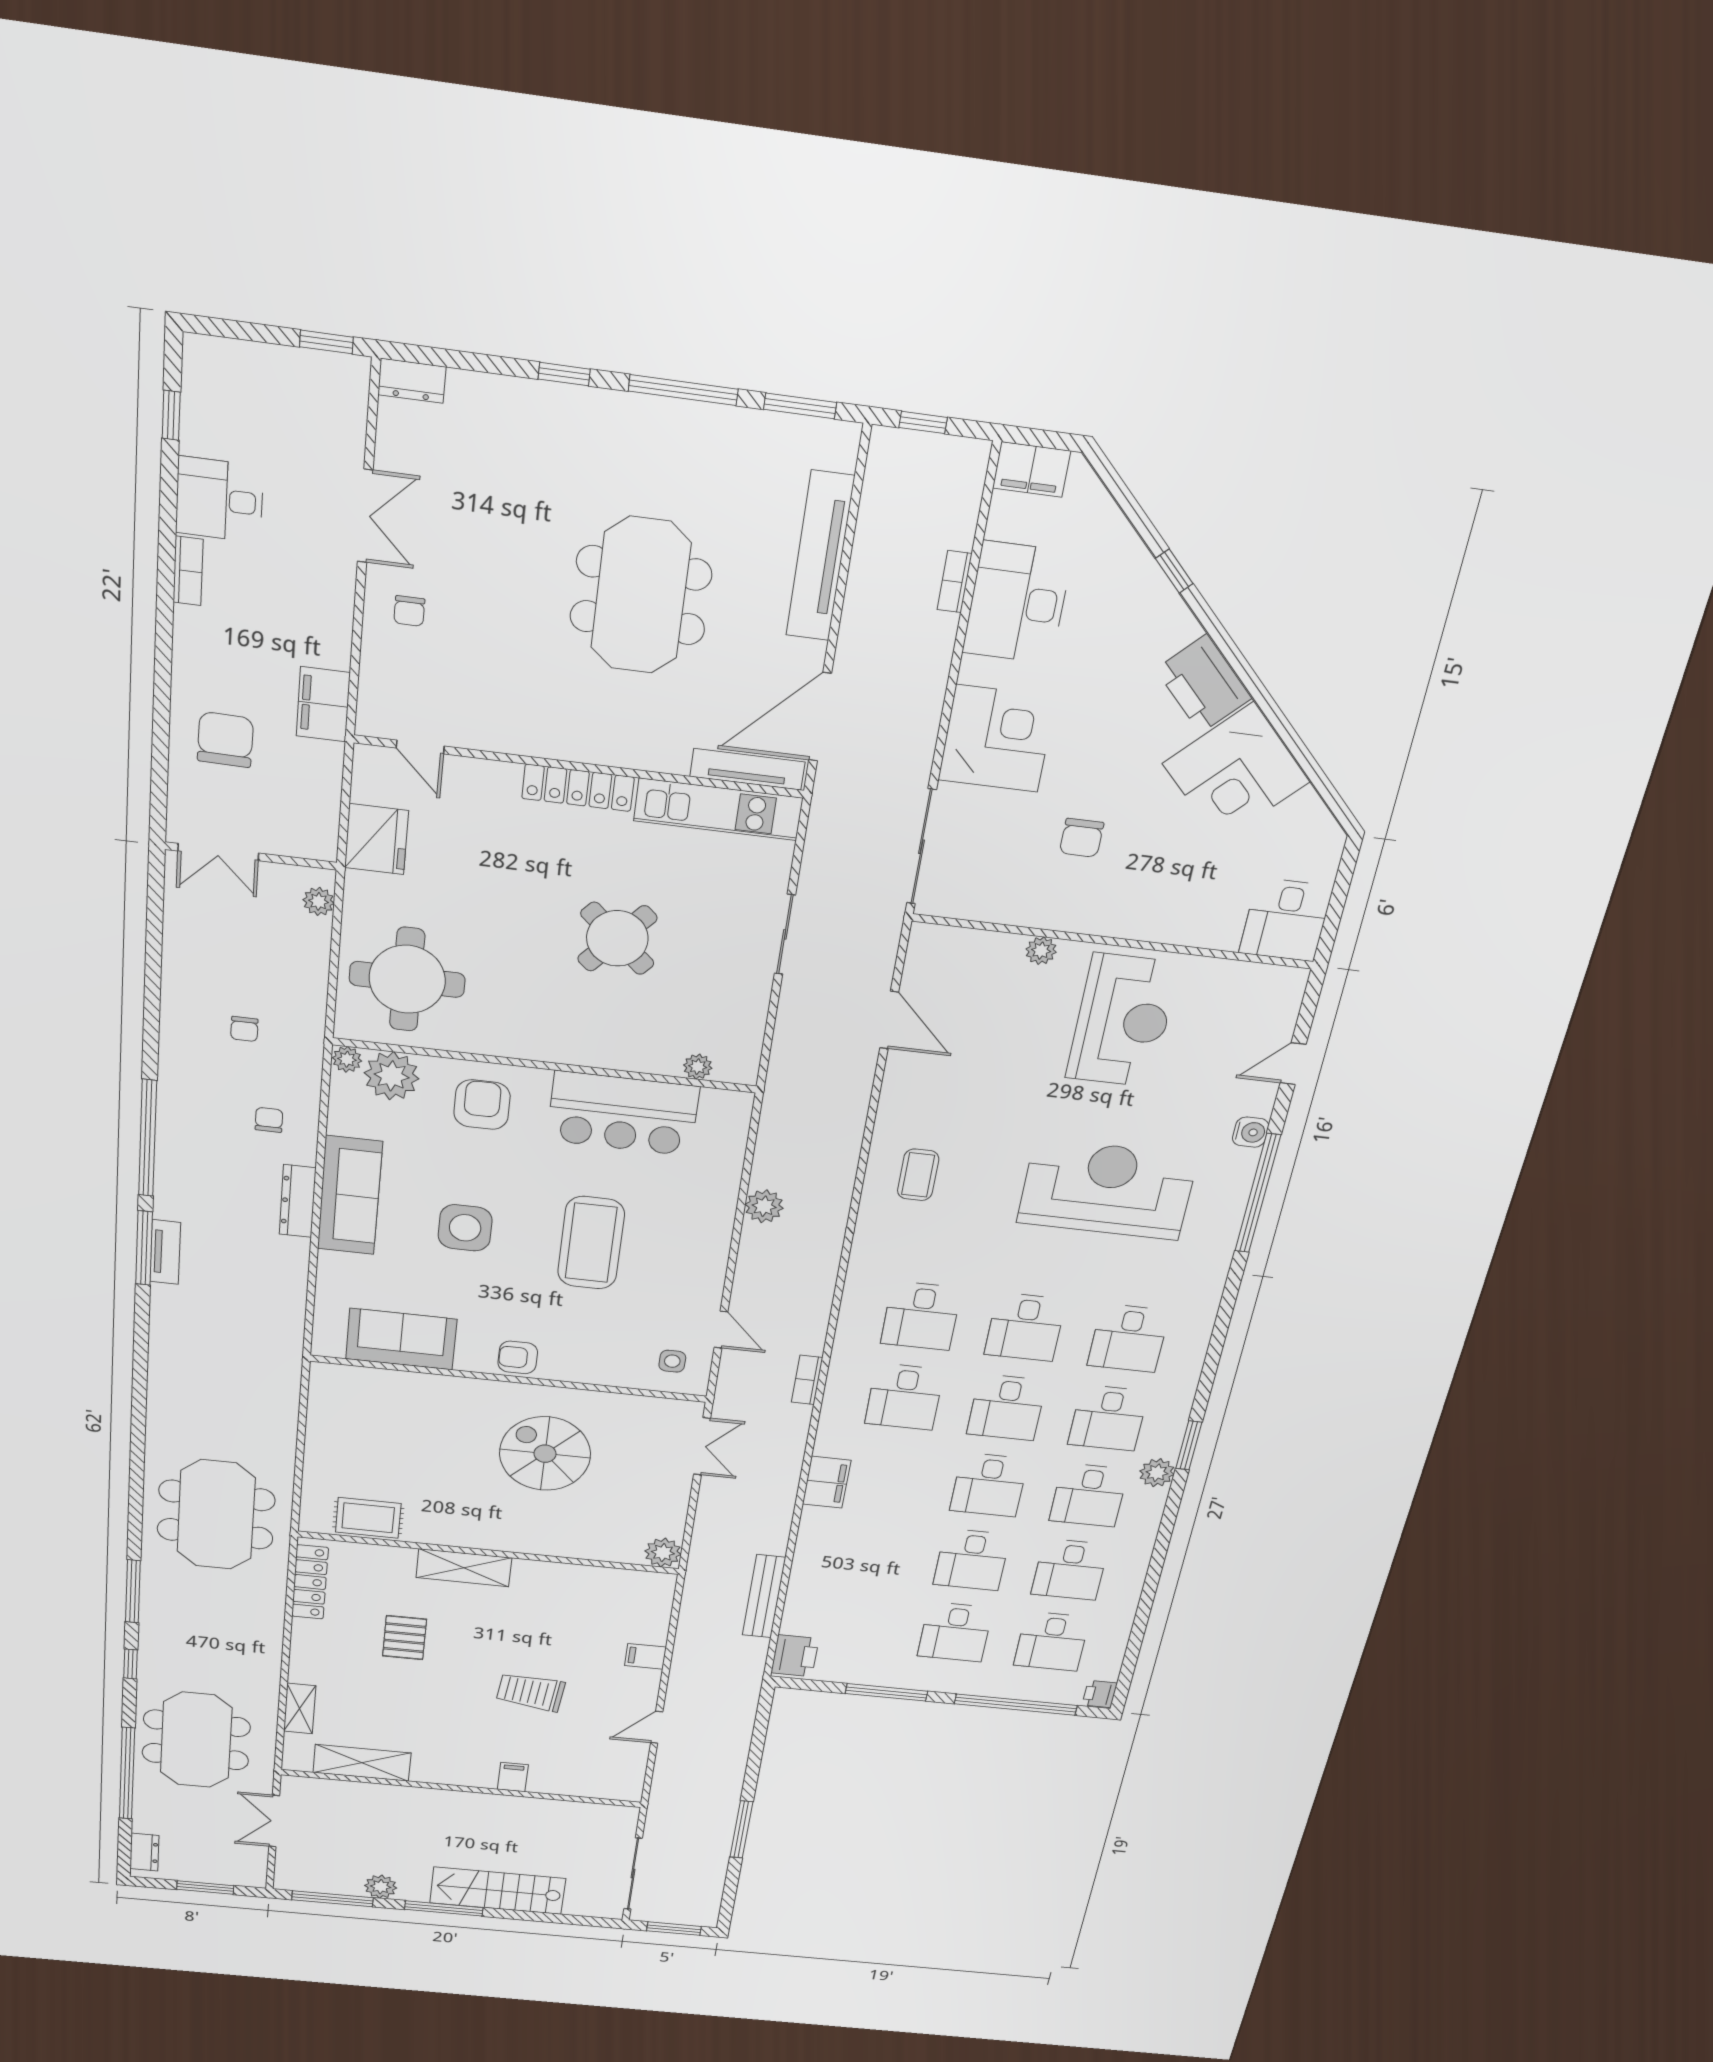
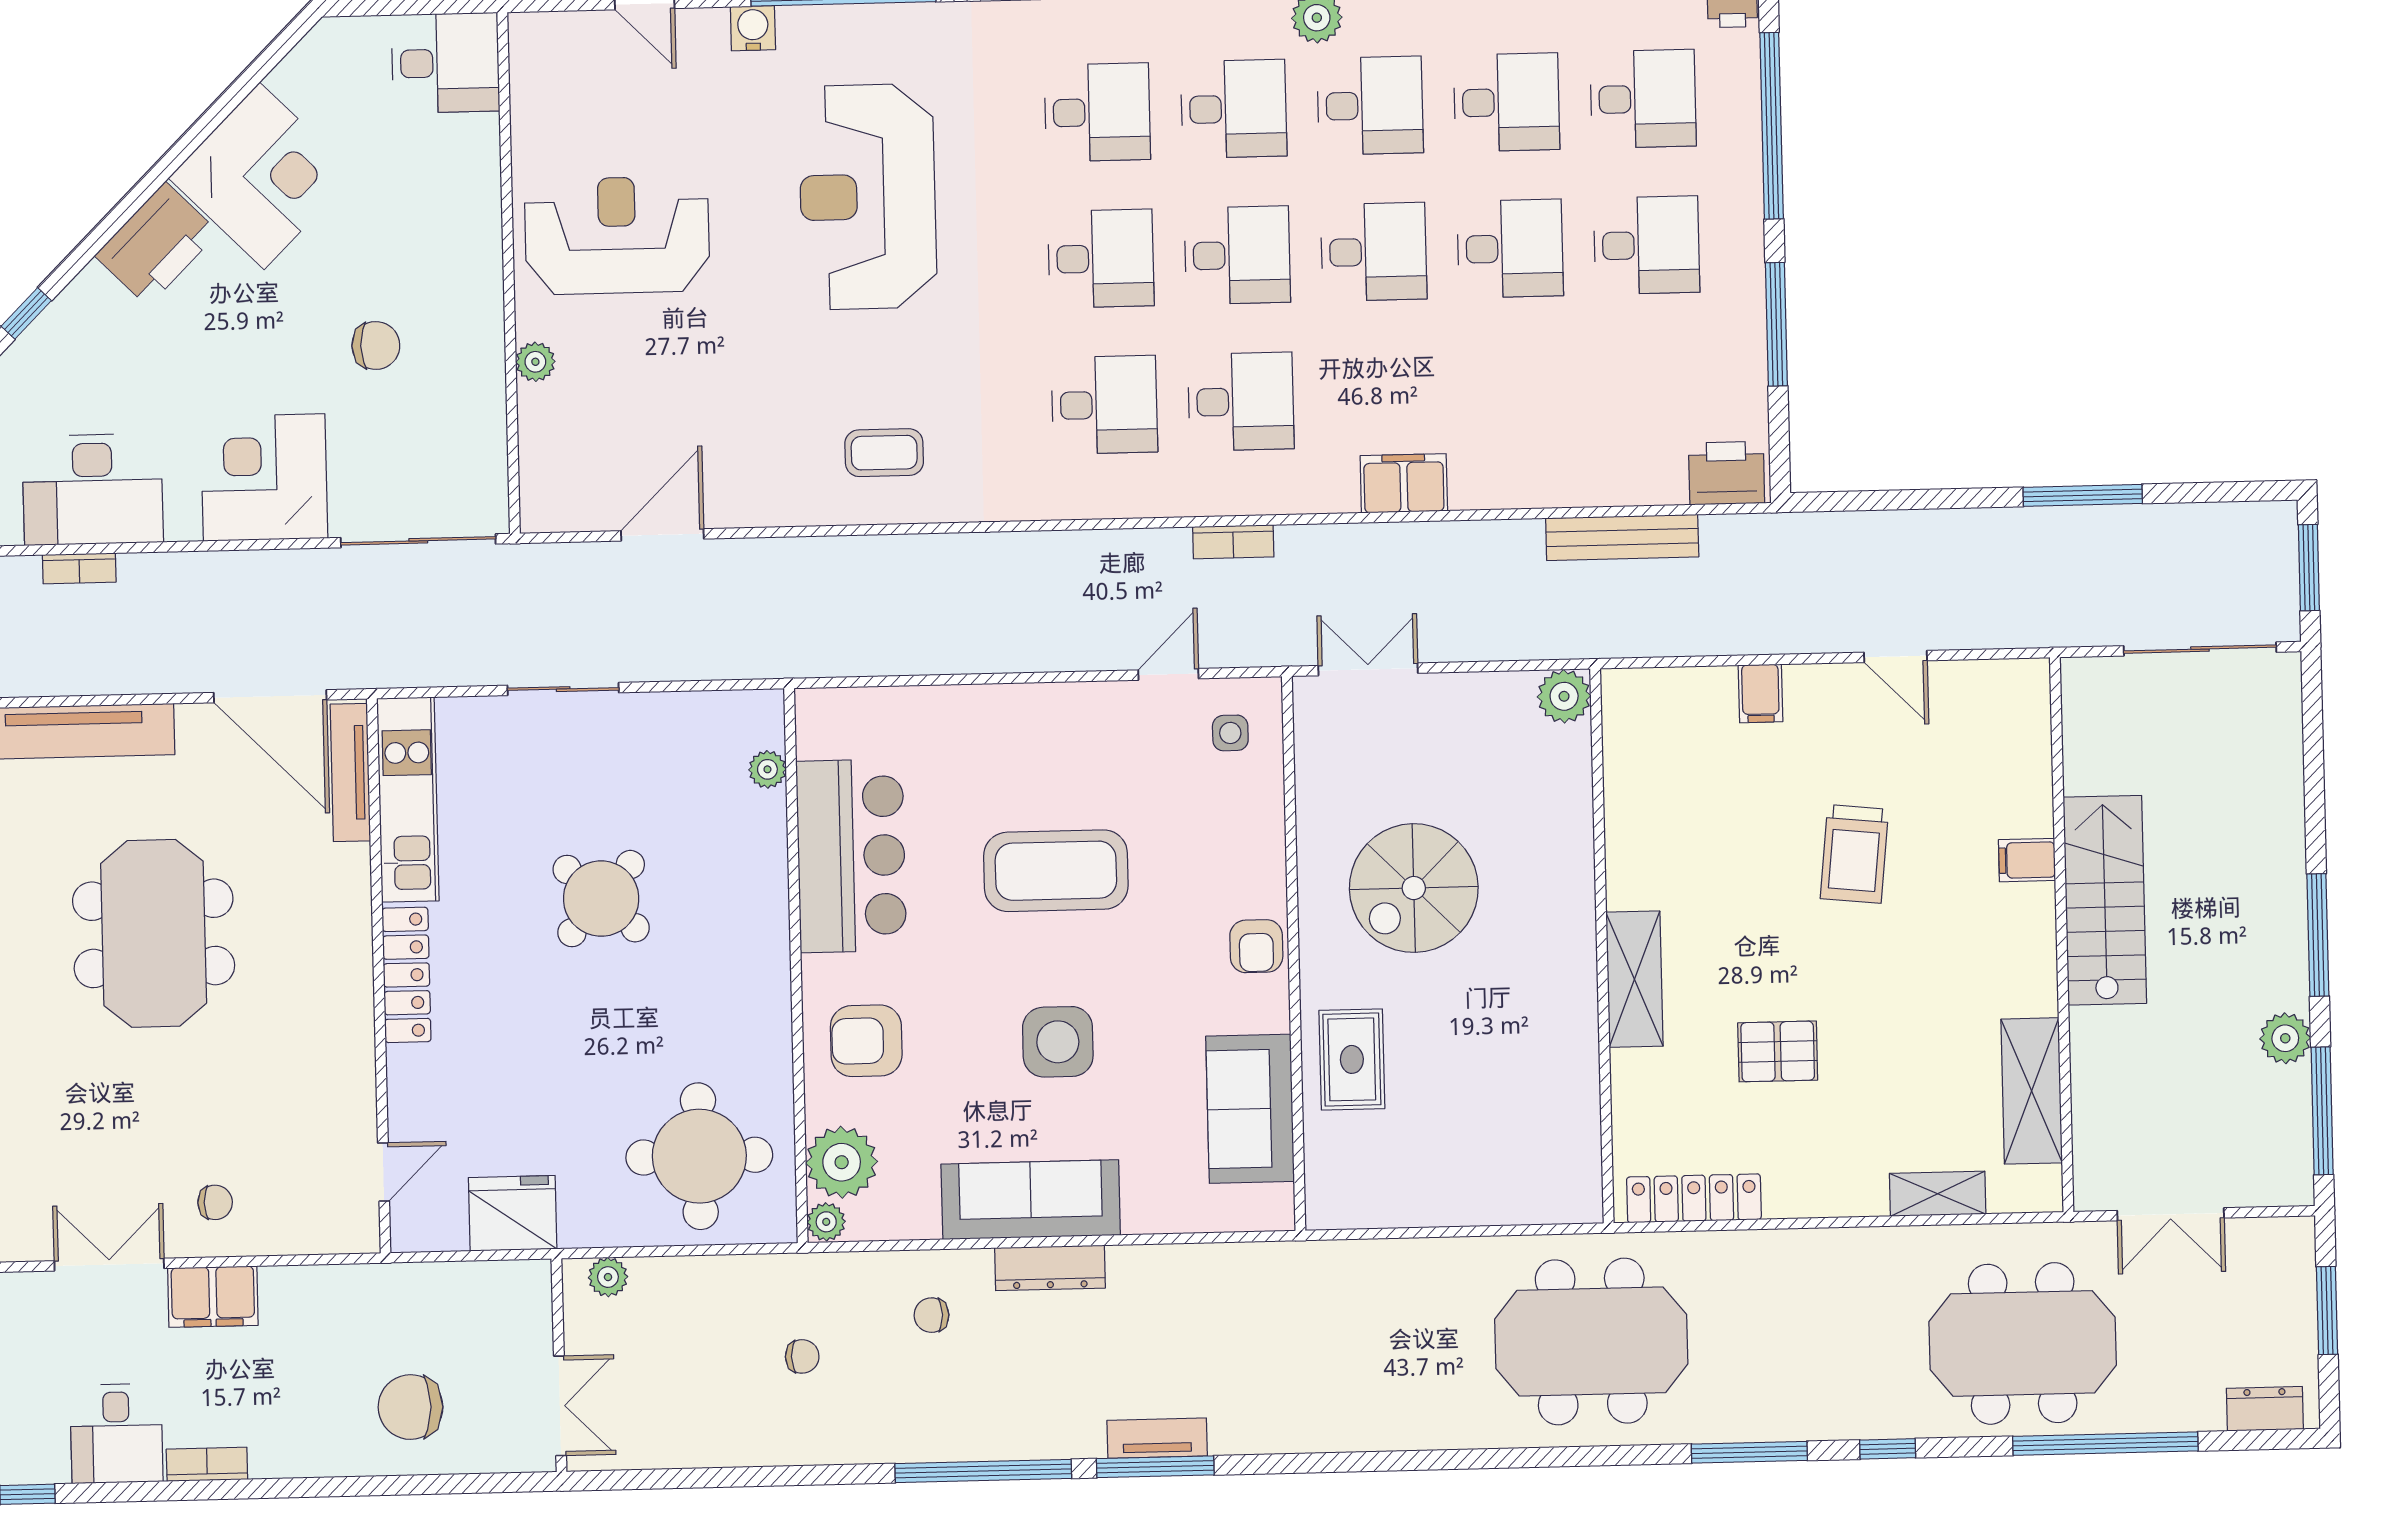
meeting table: (641, 595) -> (154, 933), turned 90
filing cabinet: (323, 704) -> (213, 1297), moved
plant: (764, 1206) -> (964, 648), removed
rug: (368, 1518) -> (1352, 1059), moved
stairs: (498, 1891) -> (2105, 900), moved, turned 180

